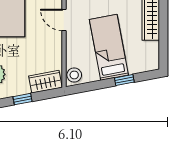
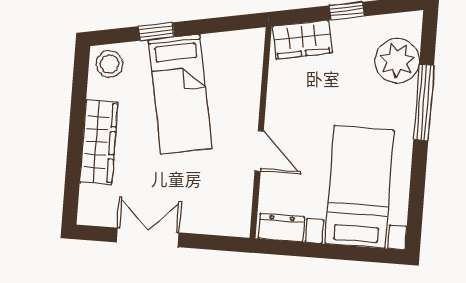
stool: (74, 75) -> (110, 64), moved

